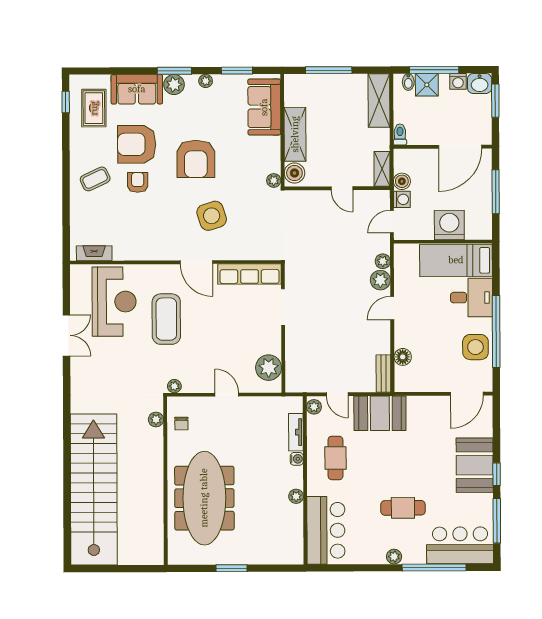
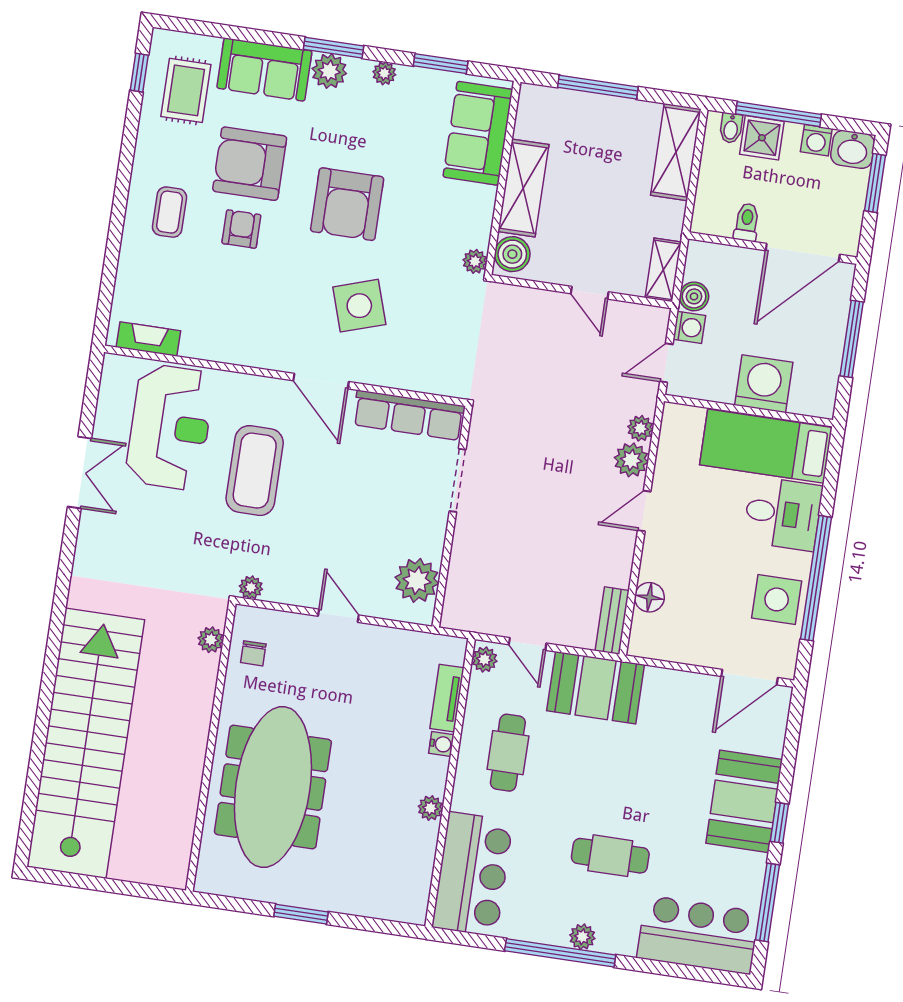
toilet: (400, 134) -> (747, 222), moved
coffee table: (95, 179) -> (169, 212), turned -65
window: (434, 568) -> (560, 953), moved

